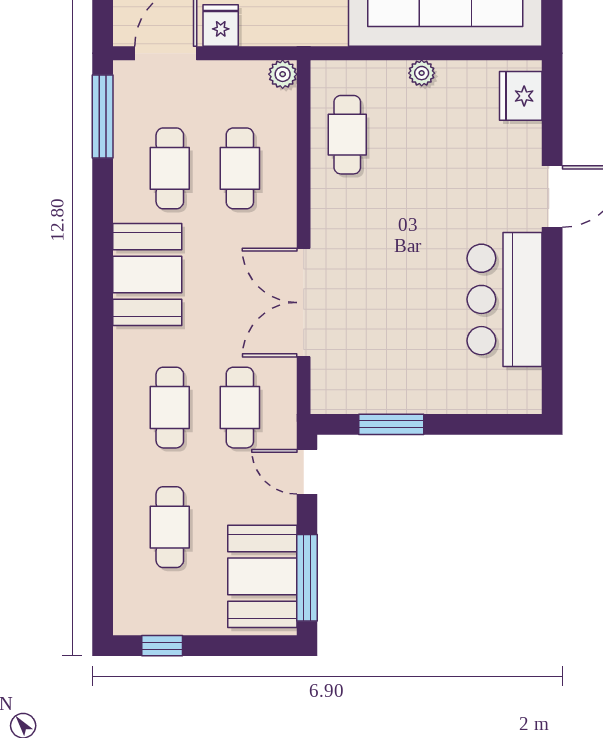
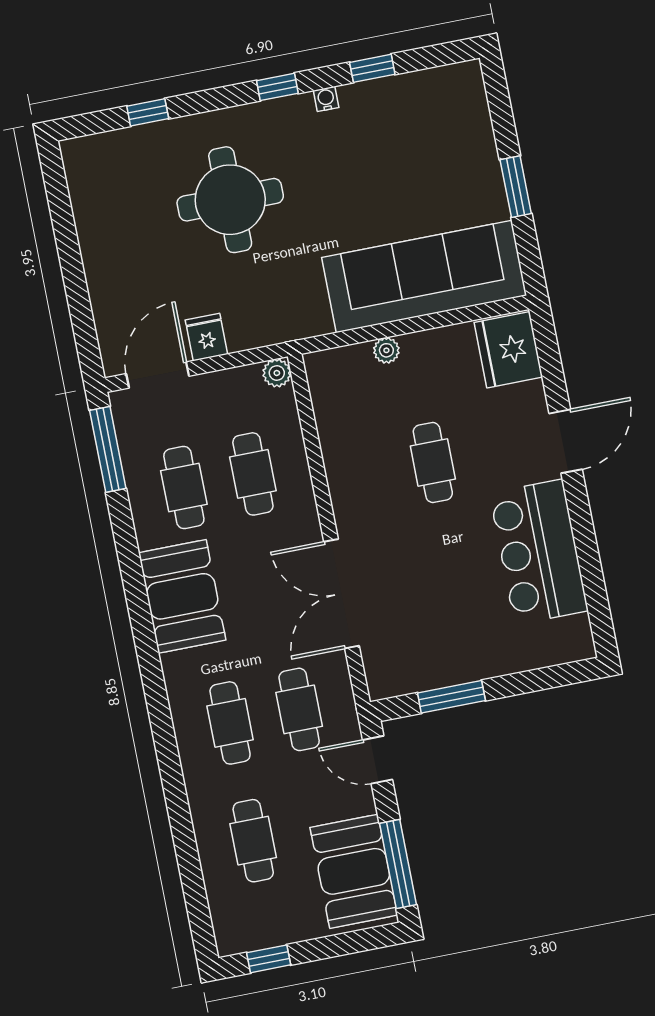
plant: (422, 73) -> (386, 350), moved
fridge: (521, 96) -> (508, 350), width x1.36, depth x1.34
cafe table: (347, 135) -> (433, 462), moved

